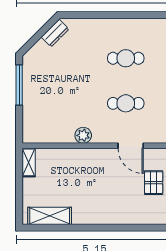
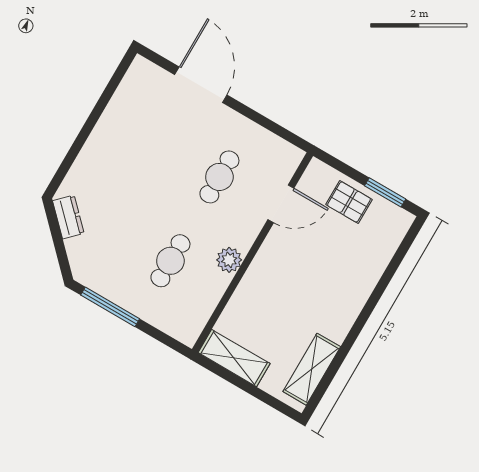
cafe table: (126, 58) -> (170, 261), moved
shelving: (29, 162) -> (234, 358), width x1.50, depth x1.33

